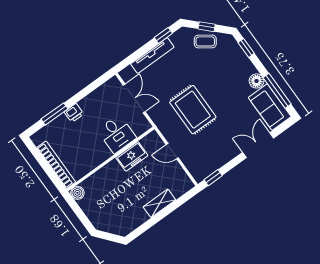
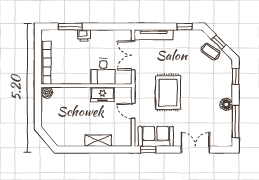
tv unit: (152, 55) -> (154, 35), moved
double door: (134, 98) -> (133, 55), swing flipped
sofa: (270, 107) -> (156, 136), moved, turned 90

